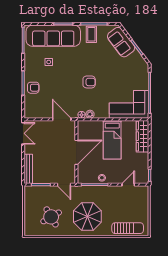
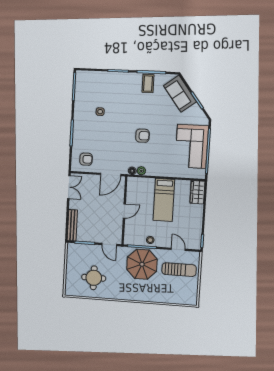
sofa: (53, 36) -> (107, 83), removed
armchair: (33, 88) -> (86, 159), moved
corner sofa: (129, 104) -> (192, 146), moved, turned -90
door: (62, 119) -> (111, 174), swing flipped
wardrobe: (142, 136) -> (197, 192), width x0.67
door: (76, 152) -> (124, 211), width x0.53
door: (128, 185) -> (178, 249), hinge flipped
round table: (51, 217) -> (94, 278), turned 30
parasol: (87, 217) -> (142, 264), moved
sun lounger: (128, 228) -> (179, 270), moved

